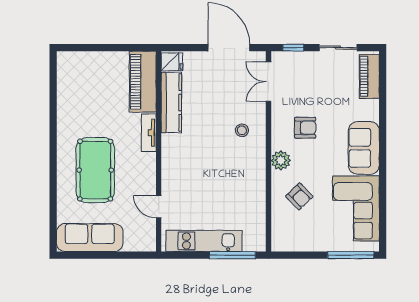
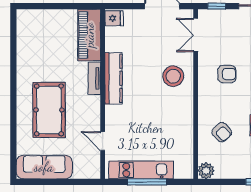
kitchen counter: (171, 102) -> (113, 78), moved
stool: (242, 130) -> (173, 76), width x1.89, depth x1.89
plant: (281, 160) -> (206, 171), moved
window: (232, 255) -> (147, 182), moved

